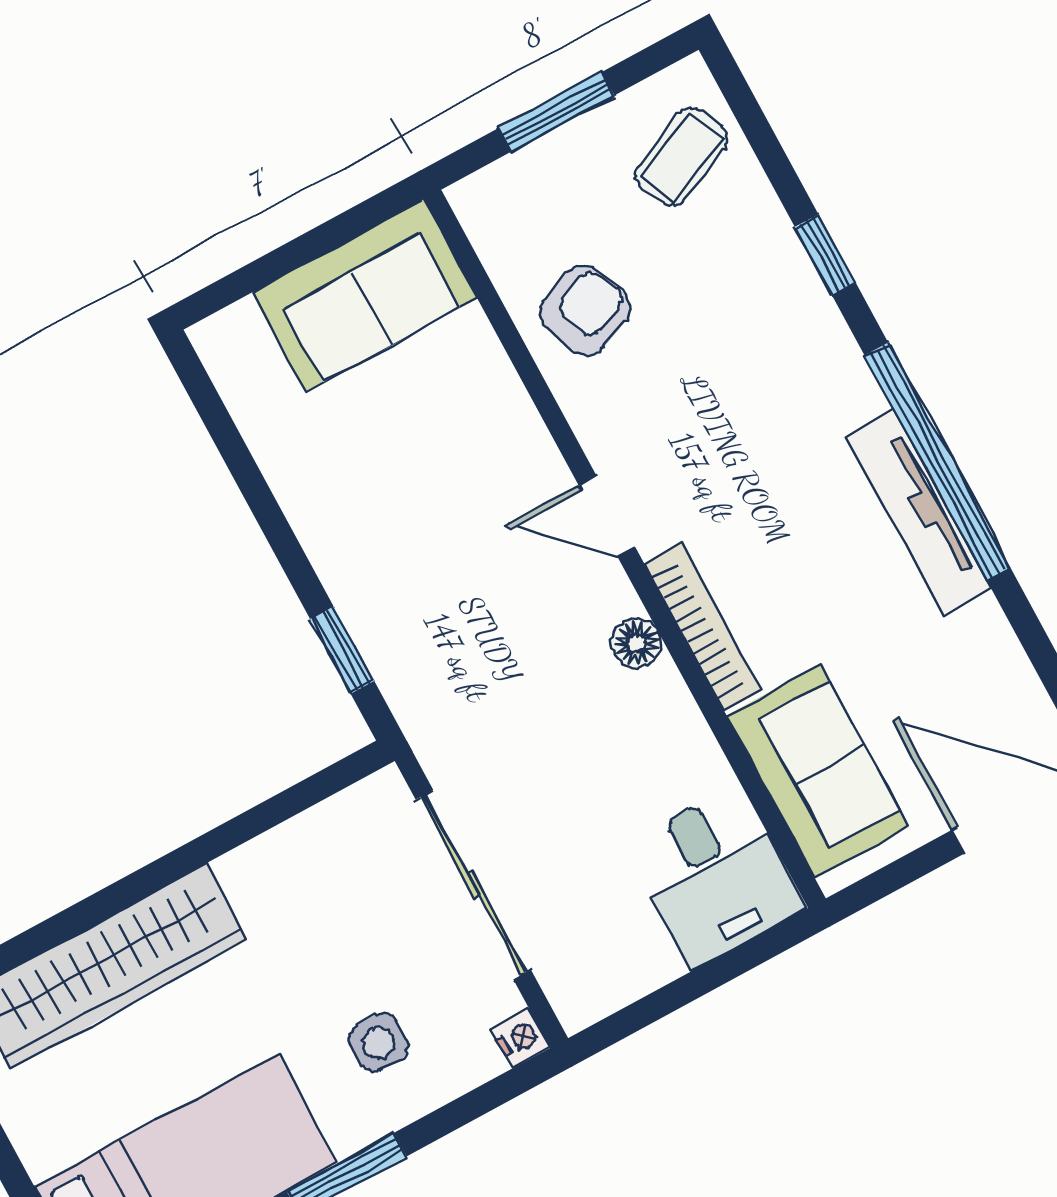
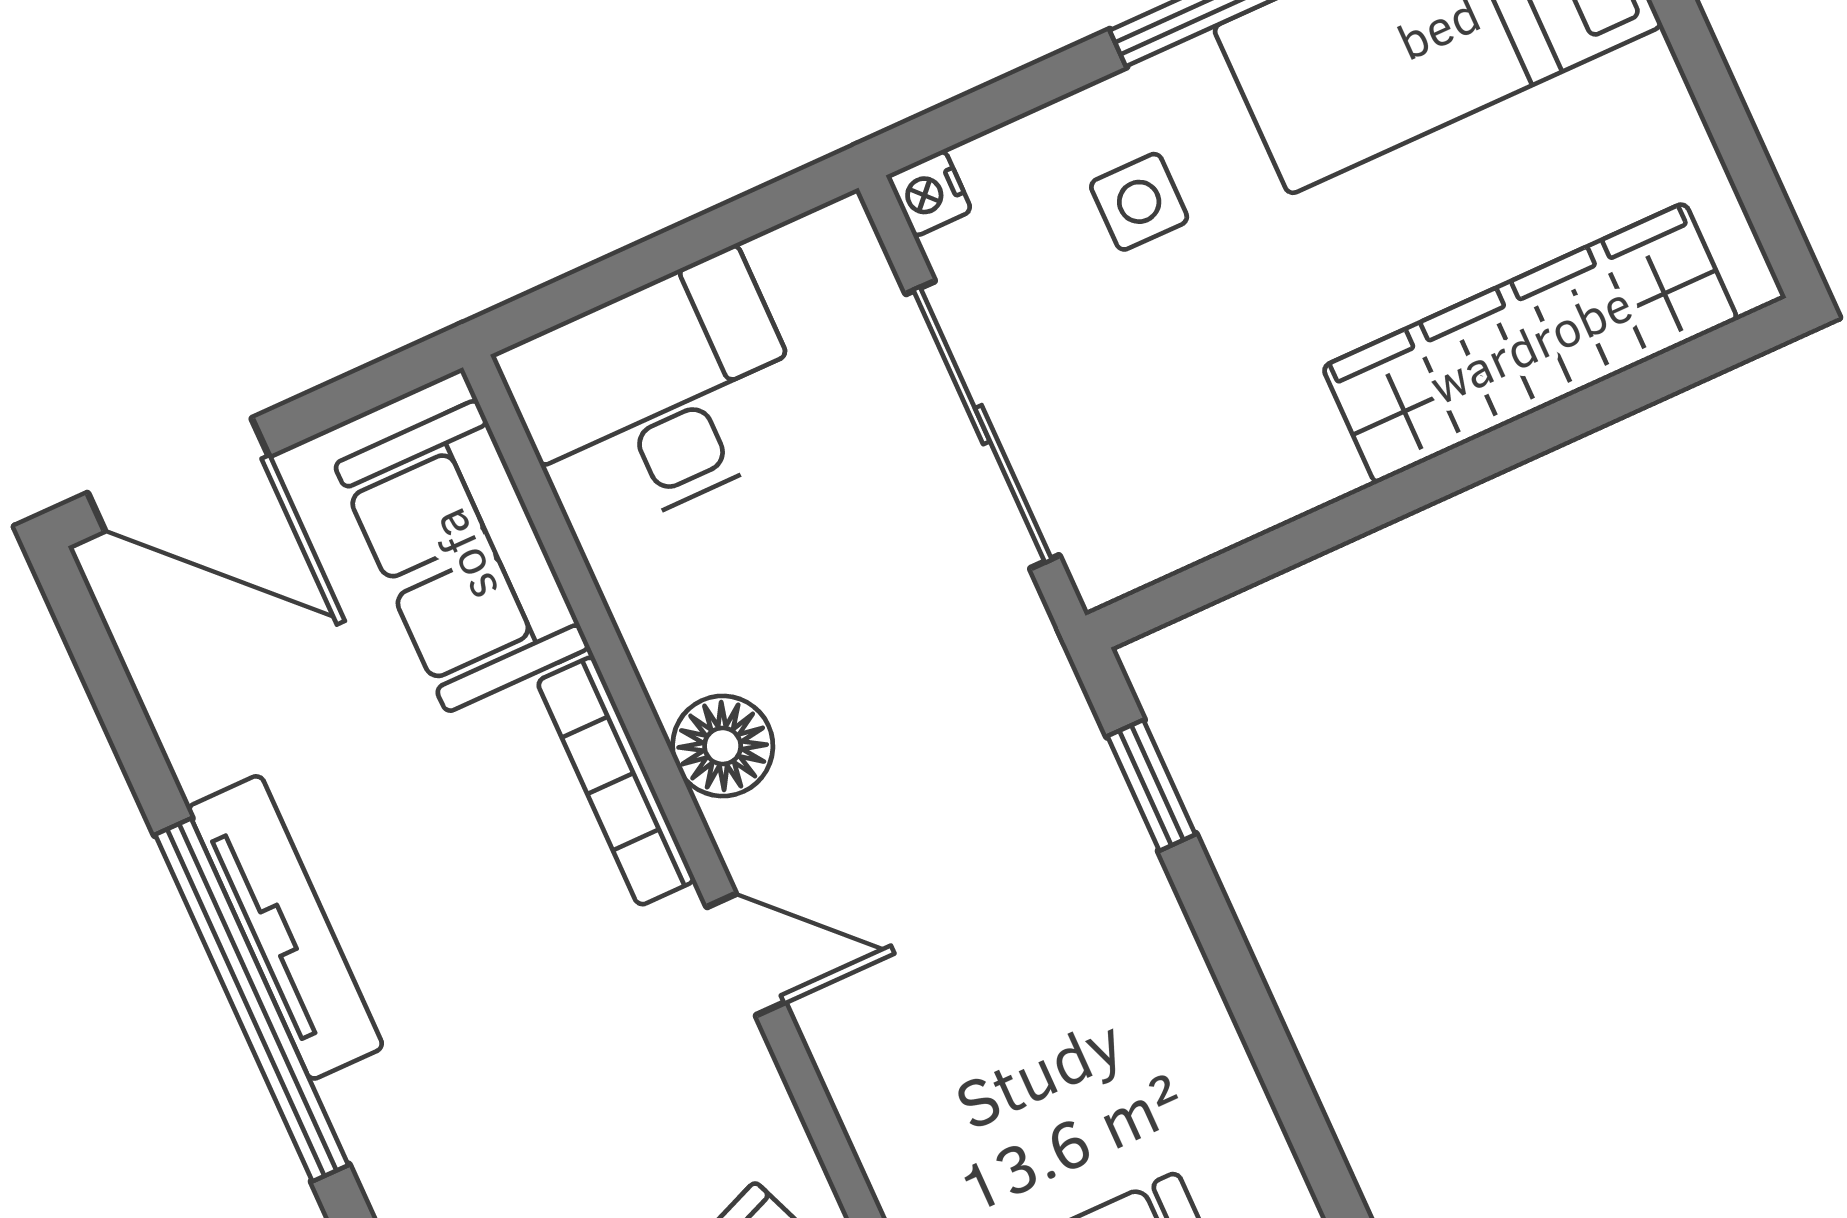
floor lamp: (636, 643) -> (723, 746), width x1.37, depth x1.37
desk: (715, 877) -> (657, 396), width x1.37

